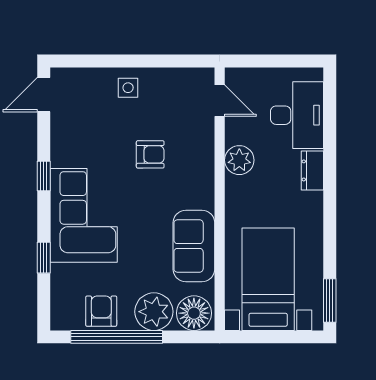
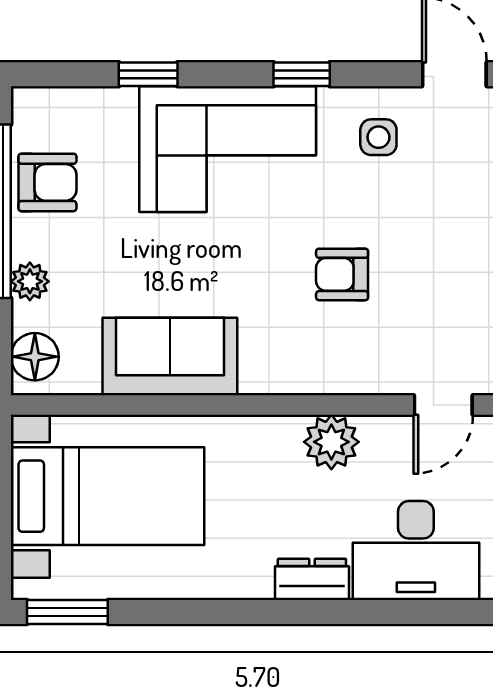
side table: (128, 88) -> (378, 137), moved
armchair: (150, 154) -> (342, 274), turned 90
plant: (154, 312) -> (30, 281), width x0.53, depth x0.53
floor lamp: (194, 313) -> (35, 357), width x0.73, depth x0.73

